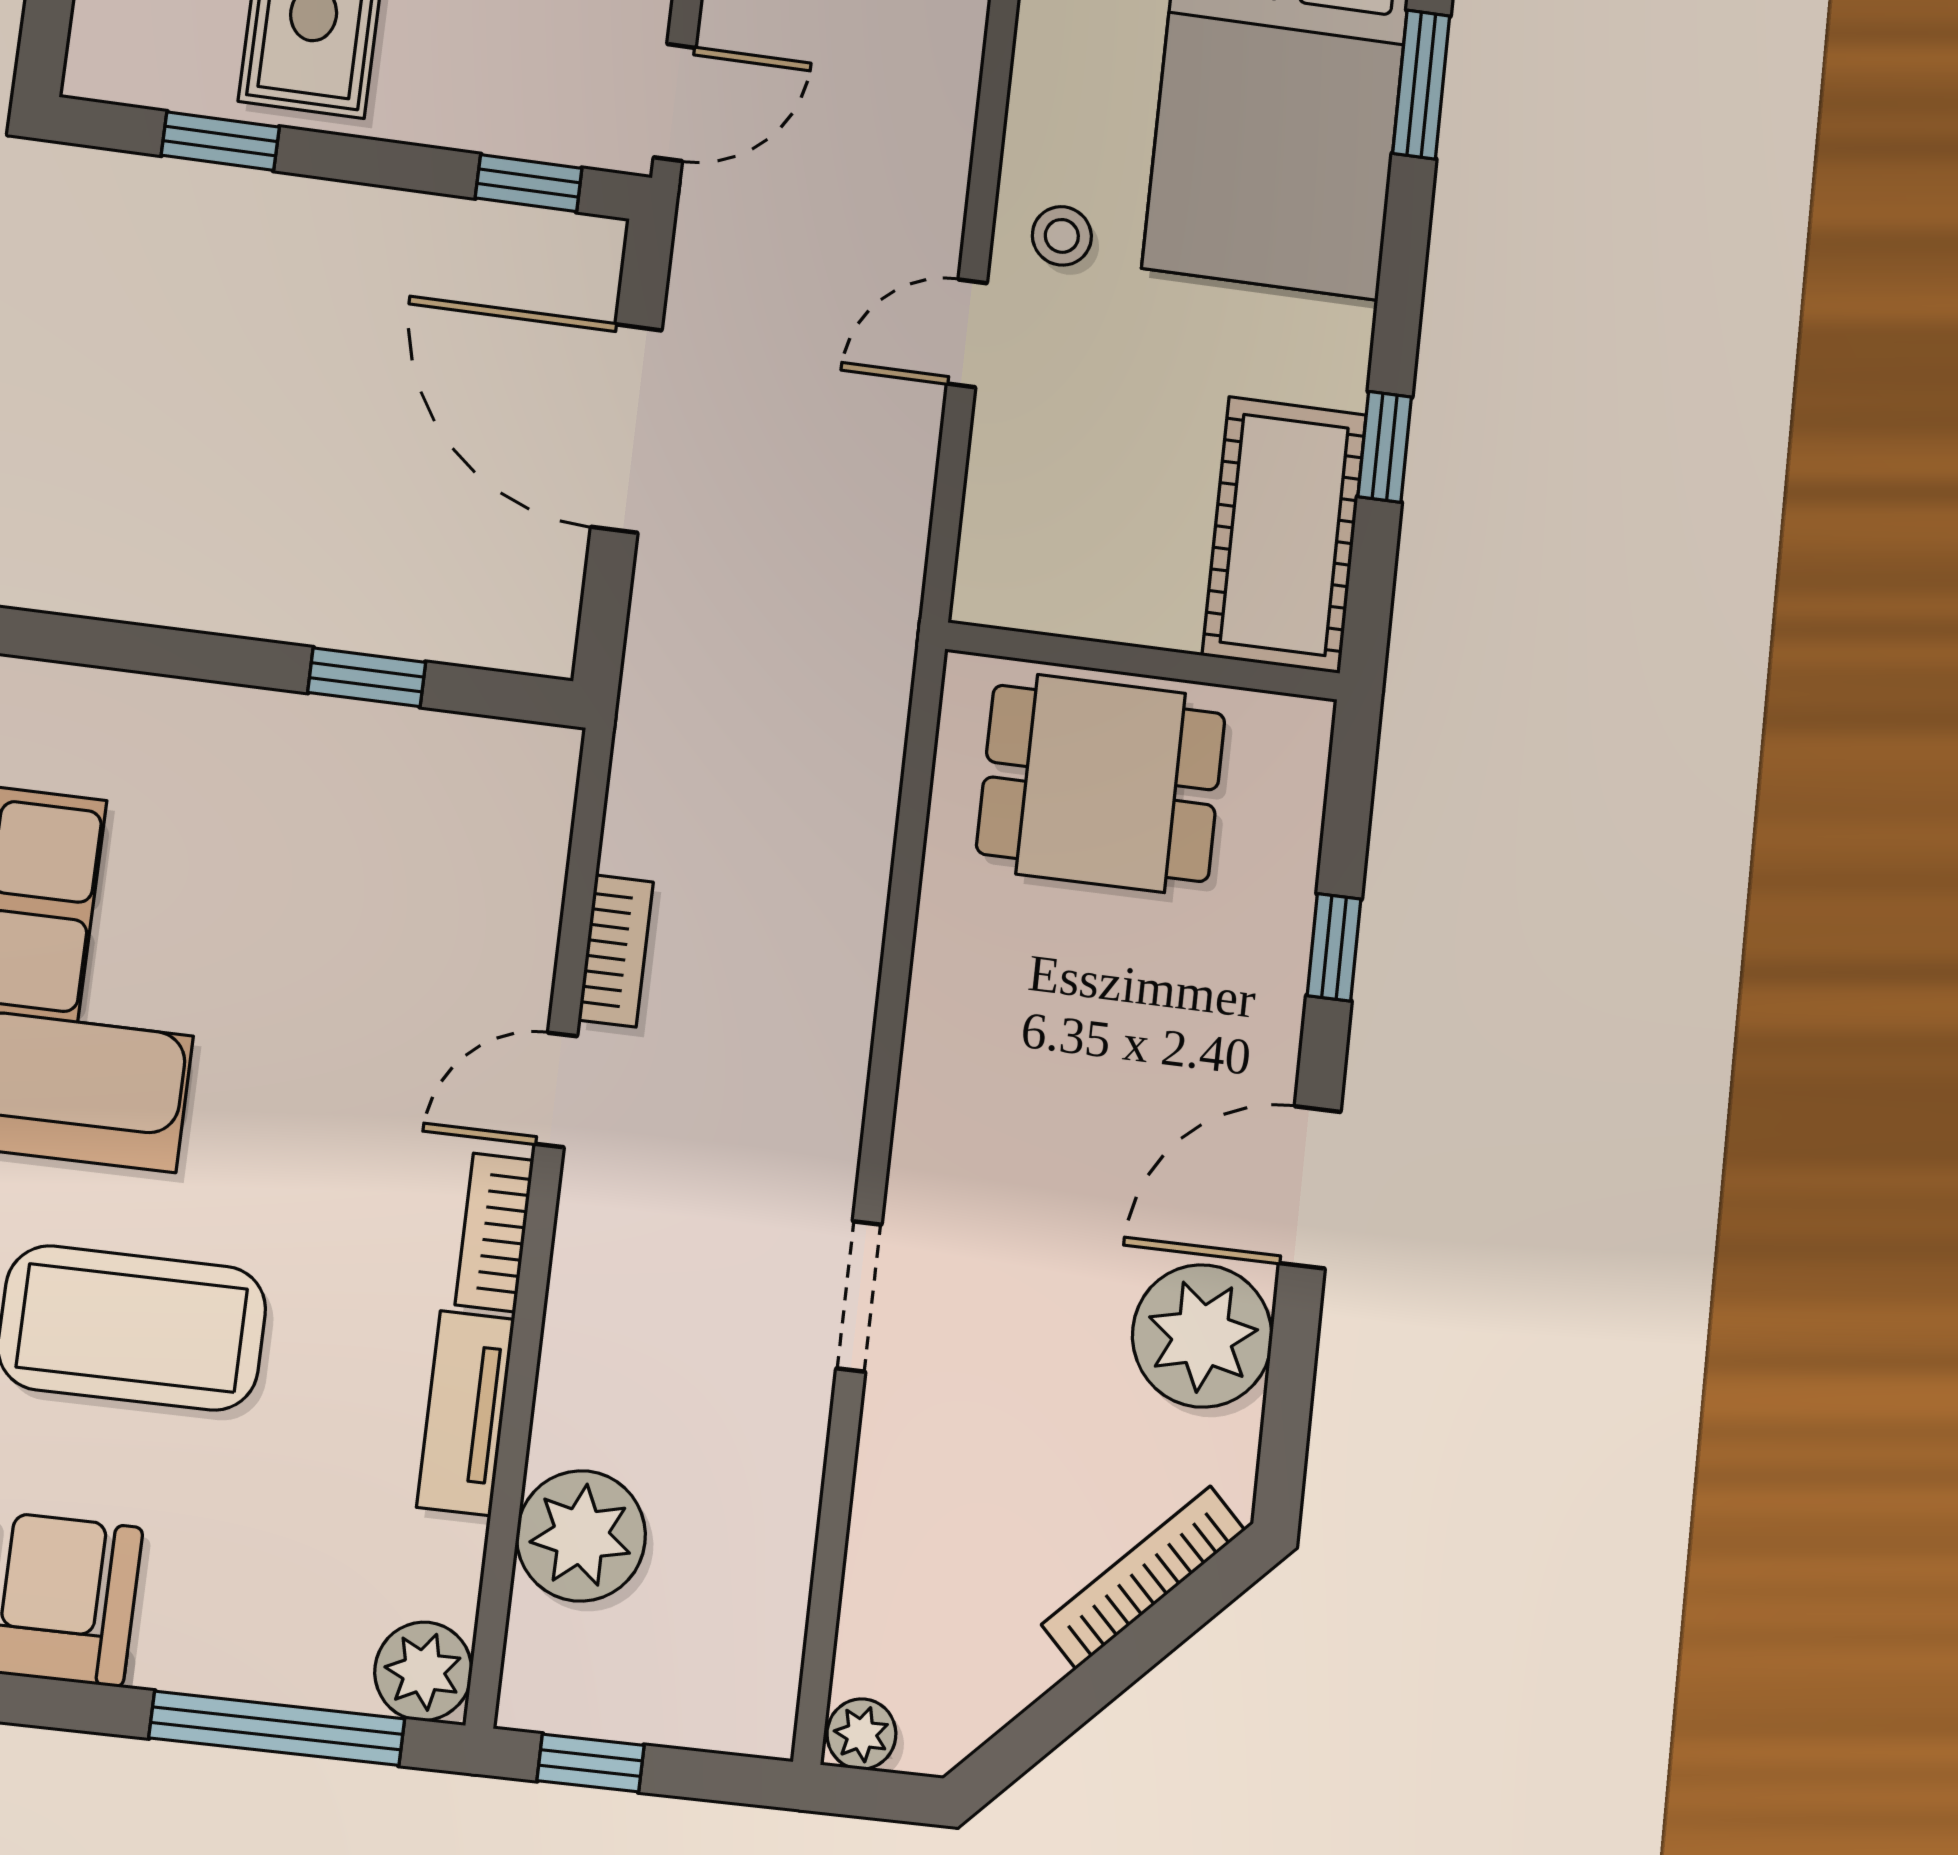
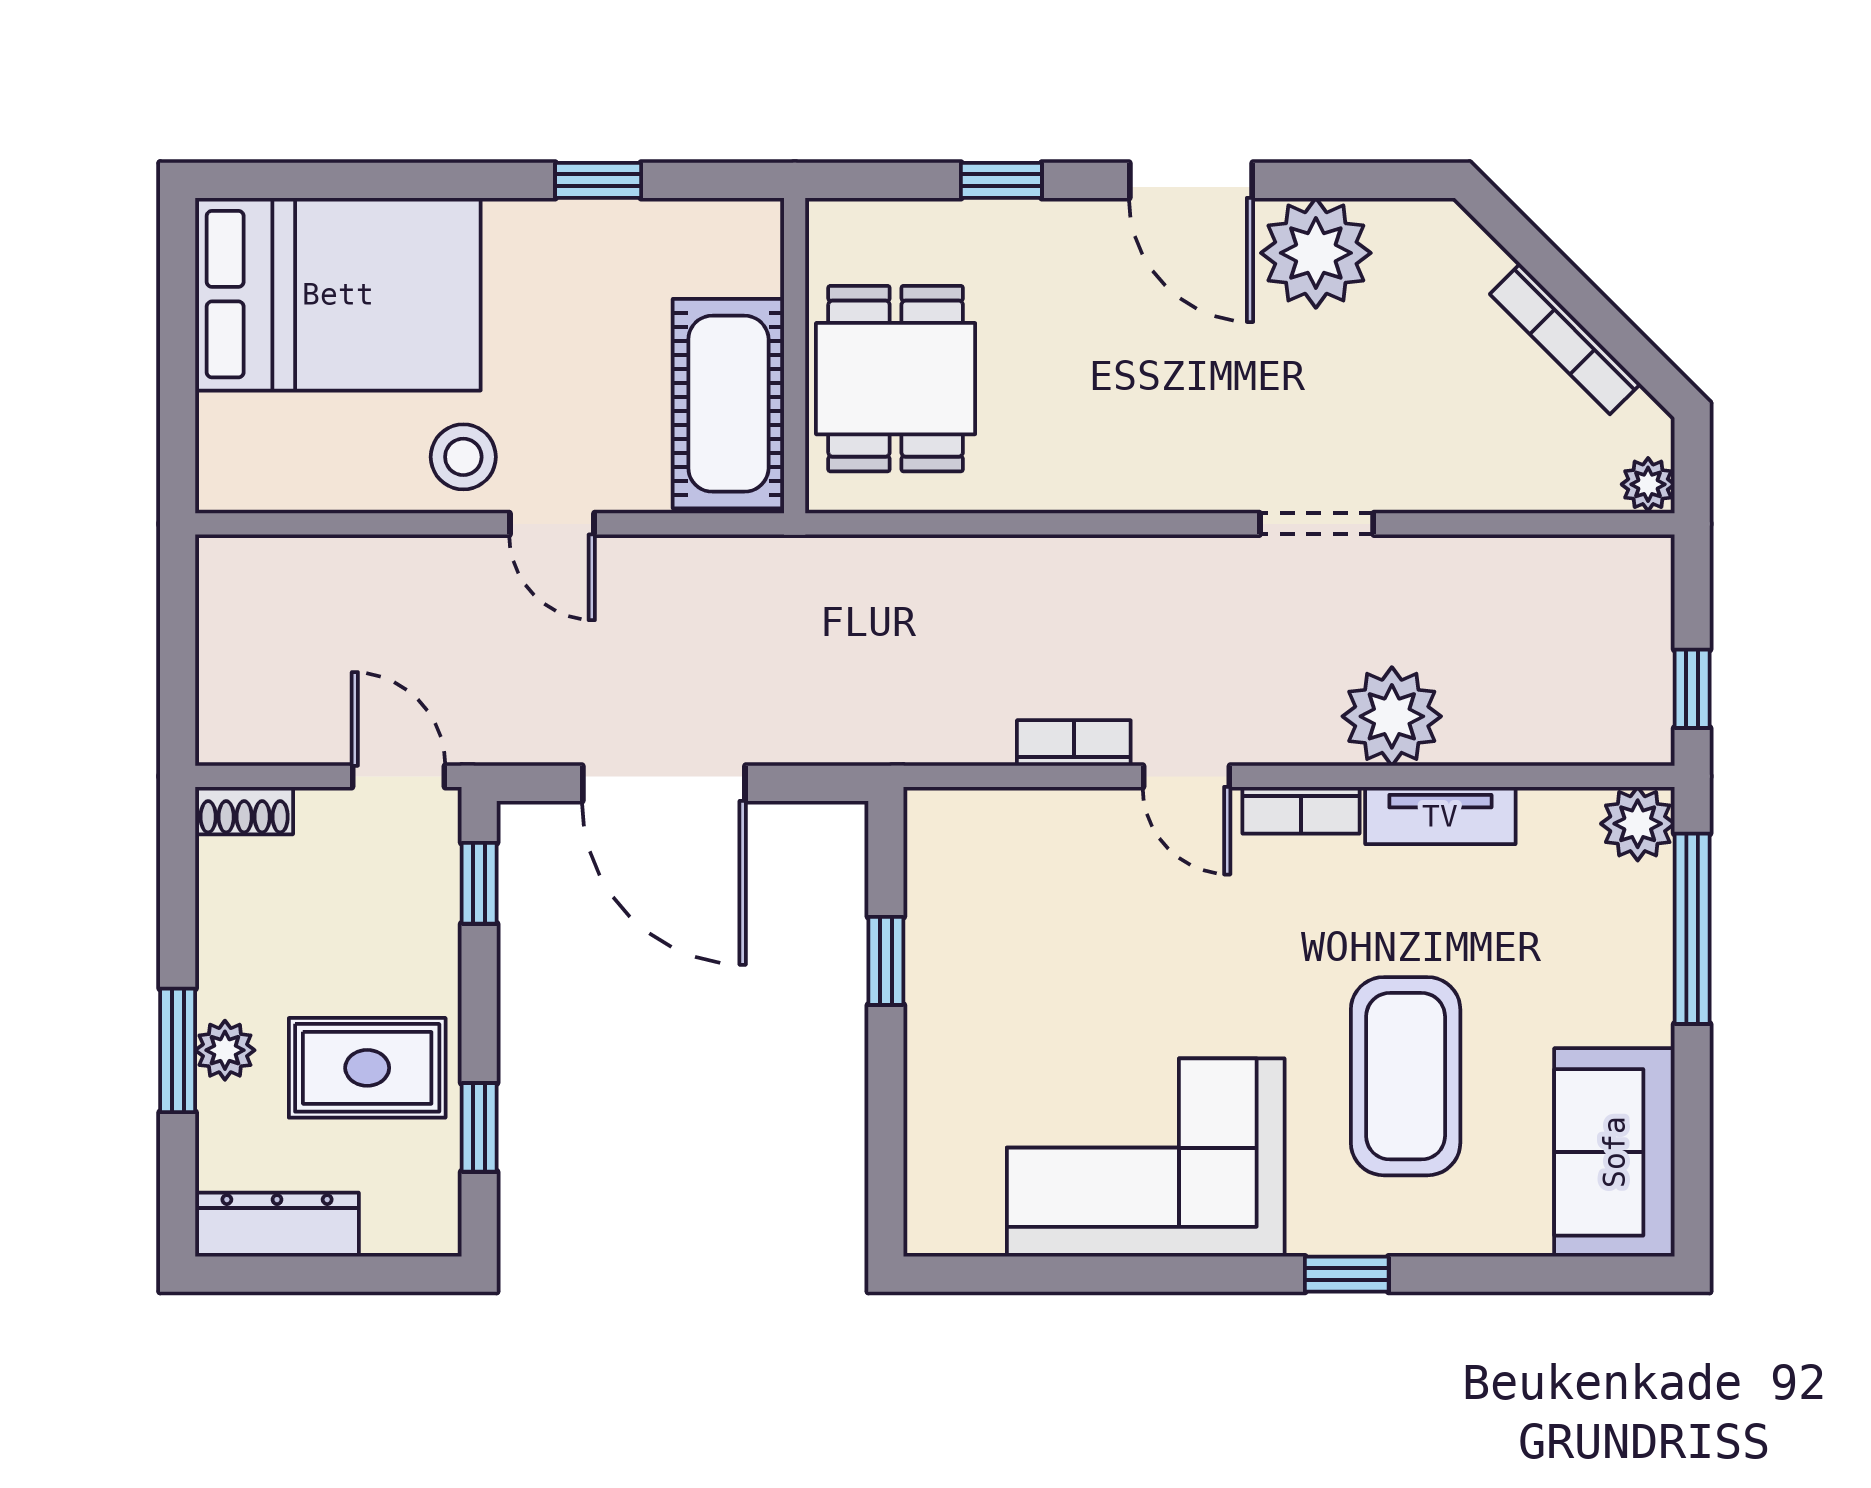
window: (1421, 85) -> (300, 180), removed
stool: (1062, 236) -> (463, 457), width x1.37, depth x1.37
door: (626, 428) -> (664, 783), hinge flipped
cot: (1284, 535) -> (728, 404), moved, turned 90
plant: (581, 1536) -> (1392, 716), moved
bookcase: (1144, 1577) -> (1565, 339), moved

